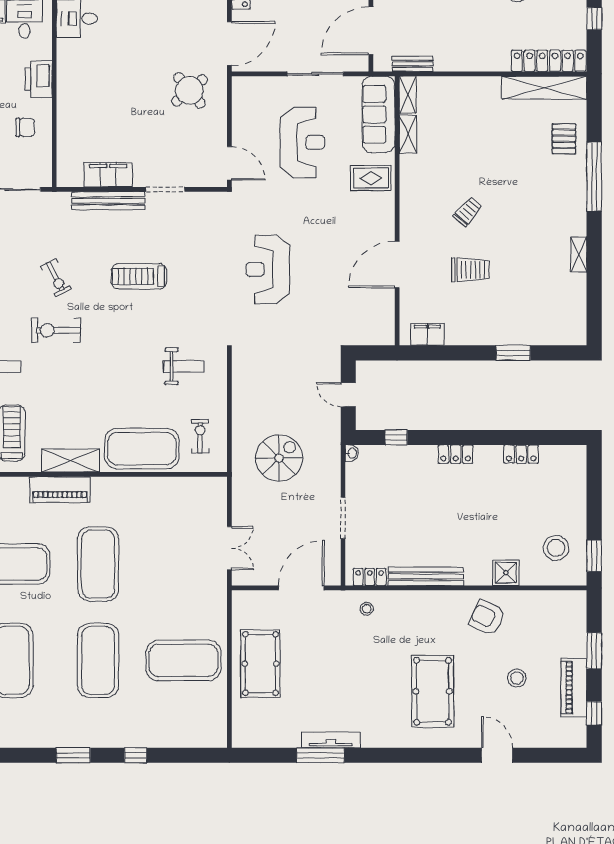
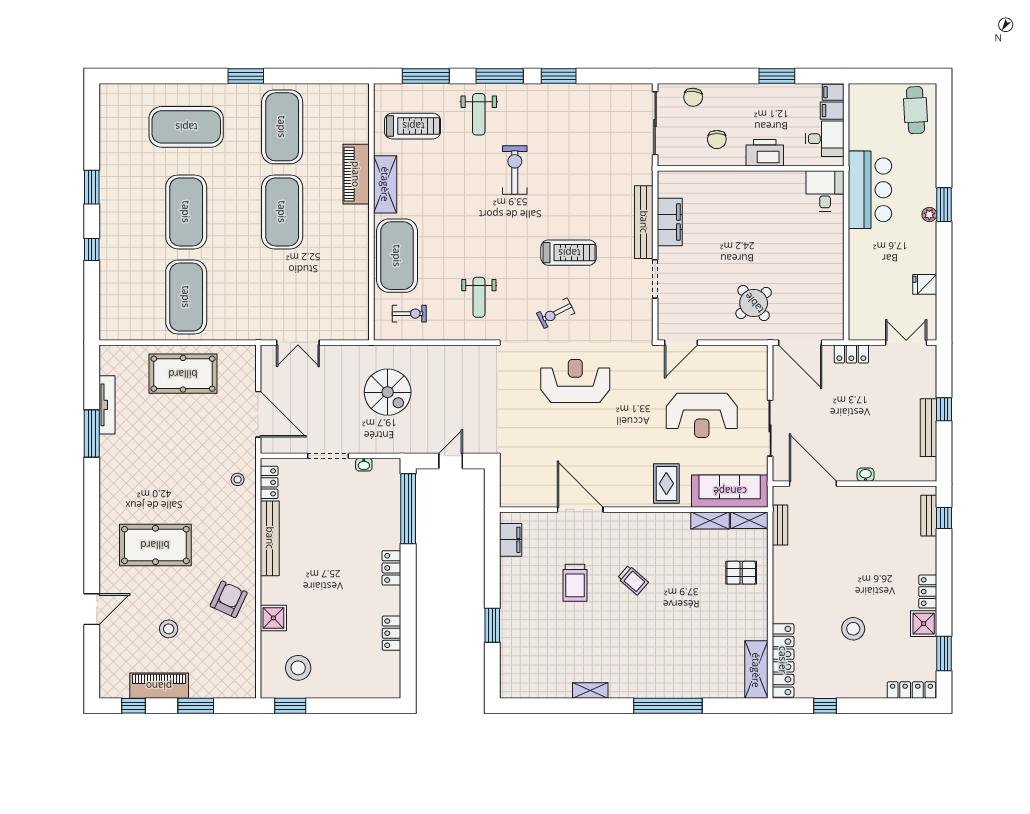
shelving: (544, 88) -> (756, 670), width x0.68
pallet: (564, 139) -> (741, 573), moved
treadmill: (139, 276) -> (569, 253), turned 90
exercise bike: (56, 278) -> (556, 313), moved
window: (396, 437) -> (408, 509), width x3.17
washbasin: (352, 453) -> (364, 465), moved
exercise mat: (98, 564) -> (282, 212), turned 90
exercise mat: (98, 660) -> (186, 212), turned 90
tv unit: (331, 740) -> (107, 405), moved

